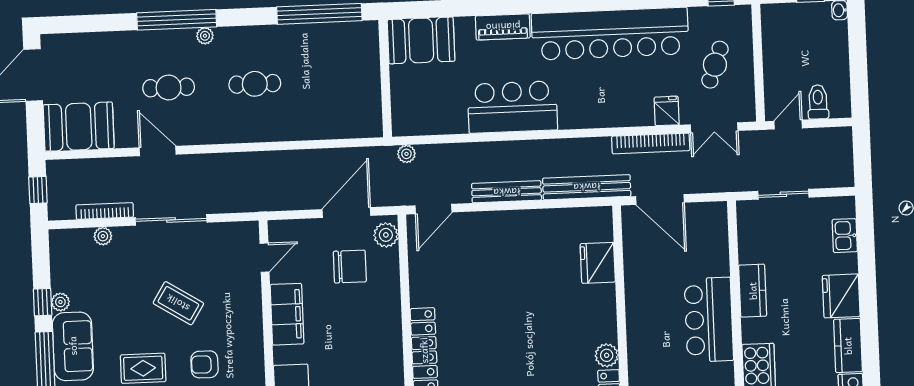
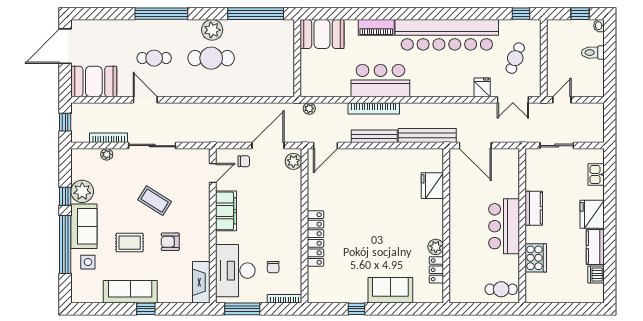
plant: (205, 36) -> (212, 30), moved, width x1.88, depth x1.88
cafe table: (255, 84) -> (211, 58), width x1.37, depth x1.35
toilet: (818, 102) -> (593, 53), moved, turned -90
bookcase: (651, 143) -> (374, 108), moved
chair: (350, 267) -> (244, 161), moved, width x0.54, depth x0.54
plant: (60, 302) -> (82, 191), width x1.88, depth x1.88

